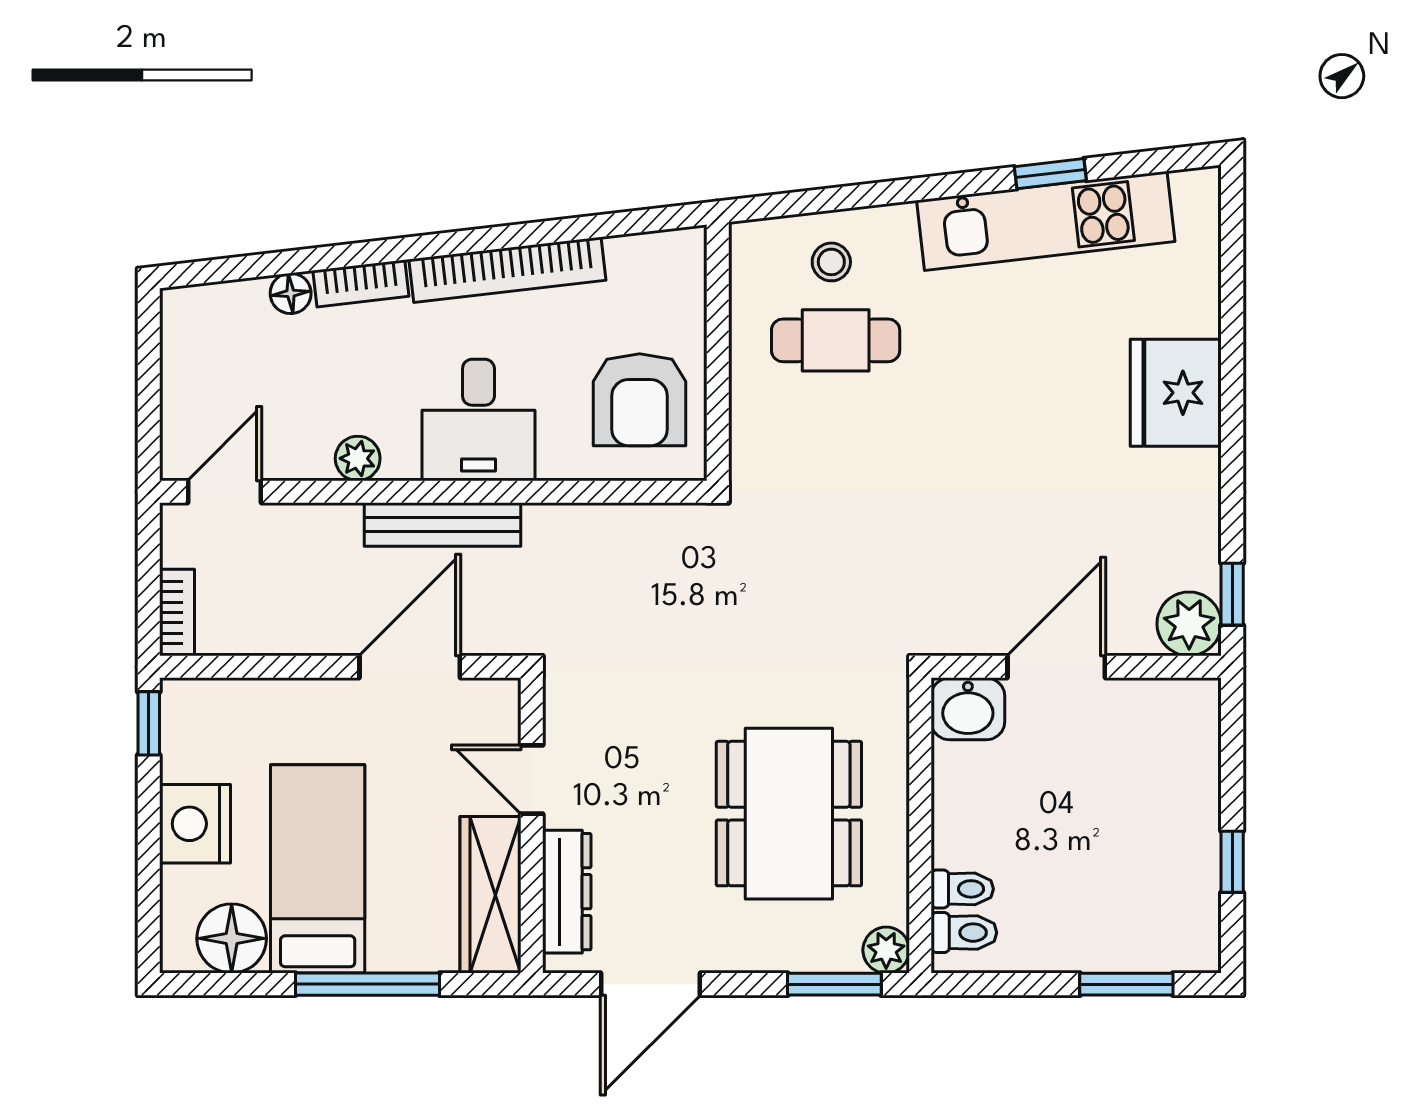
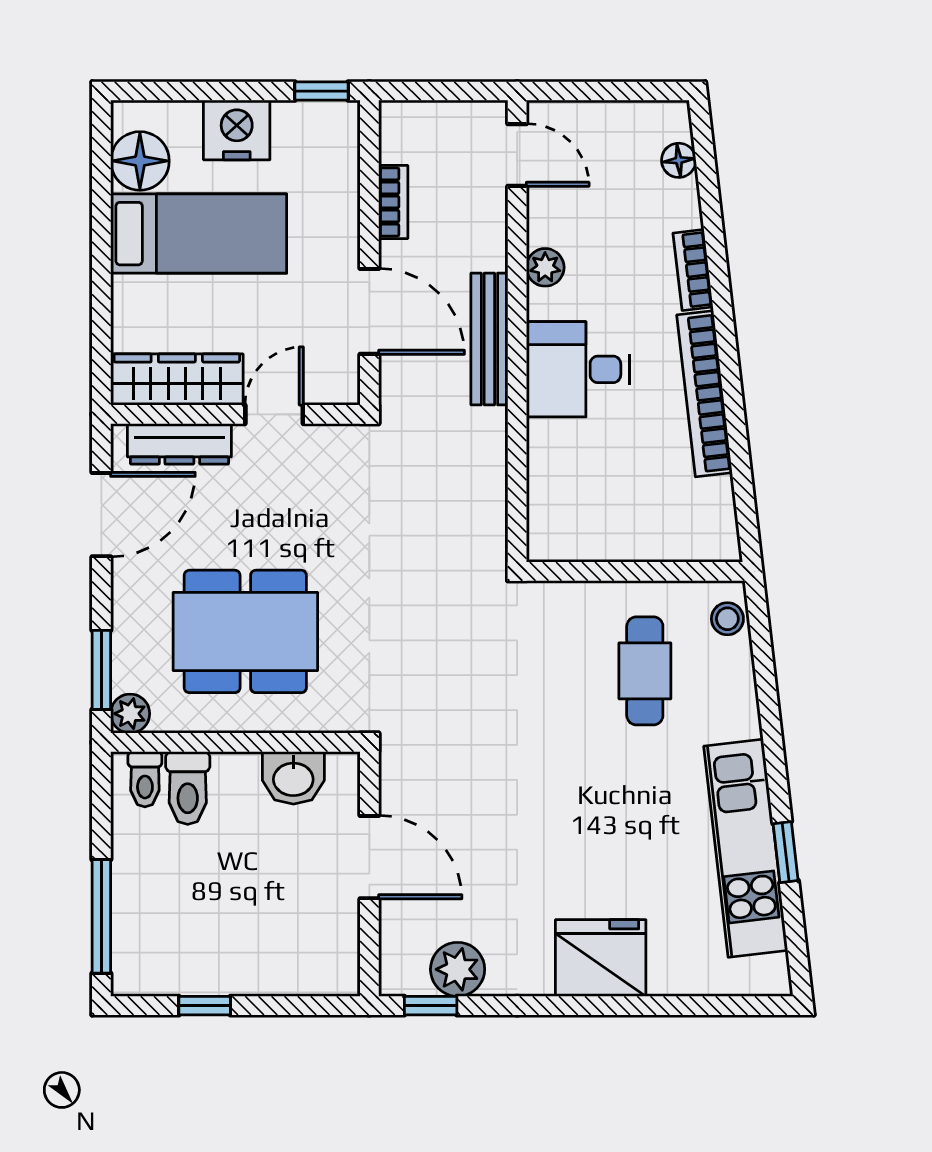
stool: (831, 262) -> (727, 619), moved
floor lamp: (291, 293) -> (679, 160), moved
armchair: (640, 400) -> (595, 505), removed
bookcase: (177, 613) -> (393, 202), moved, turned -90
plant: (1189, 624) -> (458, 969), moved
washbasin: (968, 709) -> (293, 778), moved, turned -90
toilet: (962, 889) -> (188, 788), width x1.37, depth x1.39
window: (368, 984) -> (101, 276), removed
door: (650, 984) -> (101, 515), swing flipped
window: (1126, 984) -> (101, 916), width x1.44

